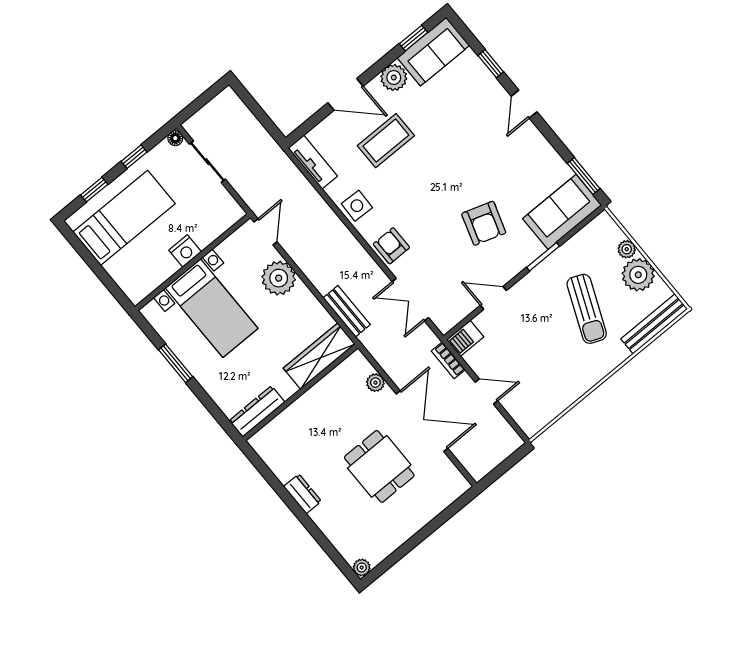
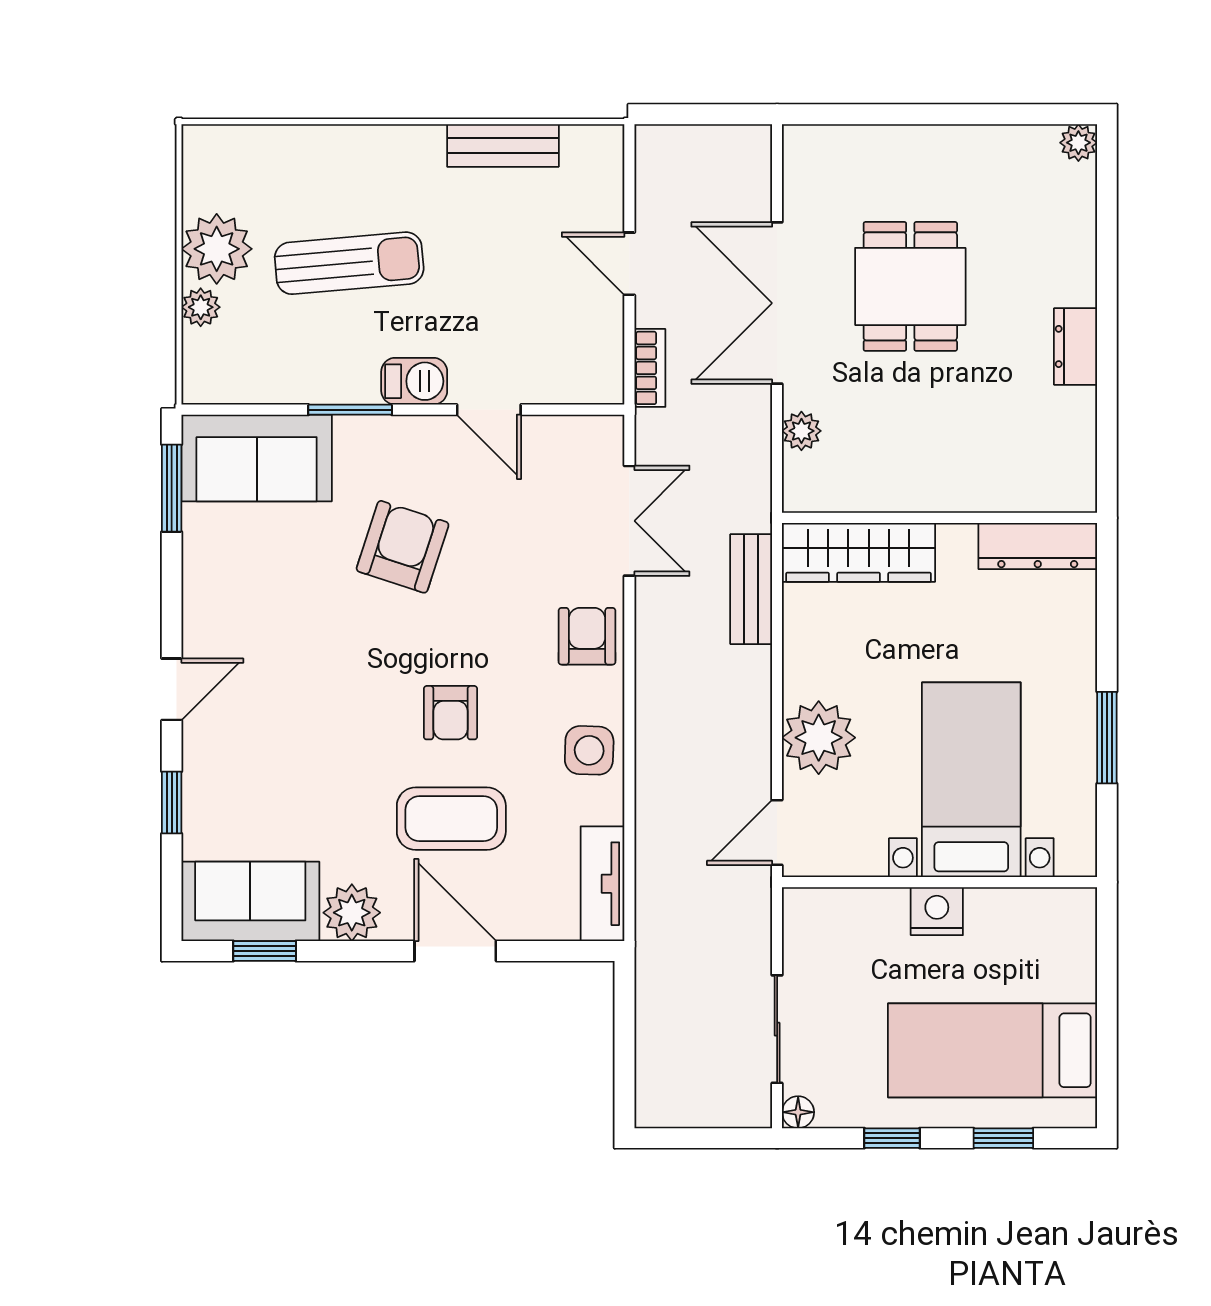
armchair: (418, 178) -> (450, 713), added
armchair: (391, 246) -> (587, 636), turned 180
sun lounger: (587, 309) -> (349, 263), turned 62
bench: (654, 324) -> (503, 145), moved, width x0.73
barbecue: (465, 338) -> (414, 381), moved

